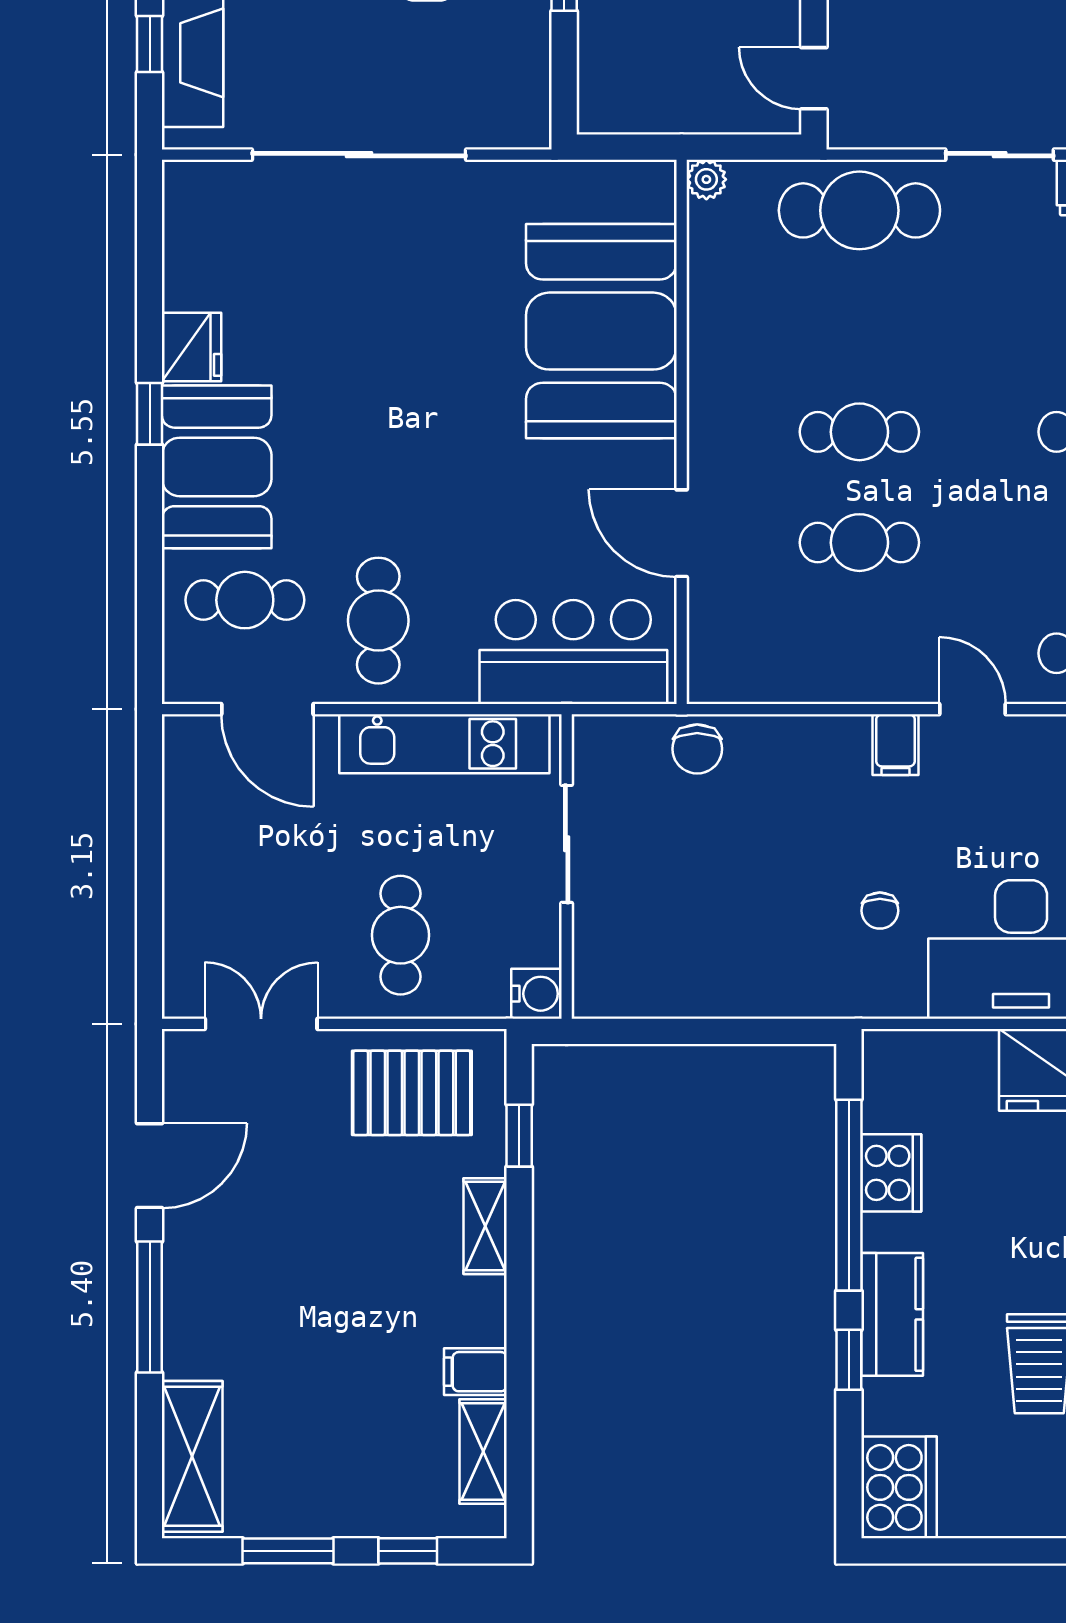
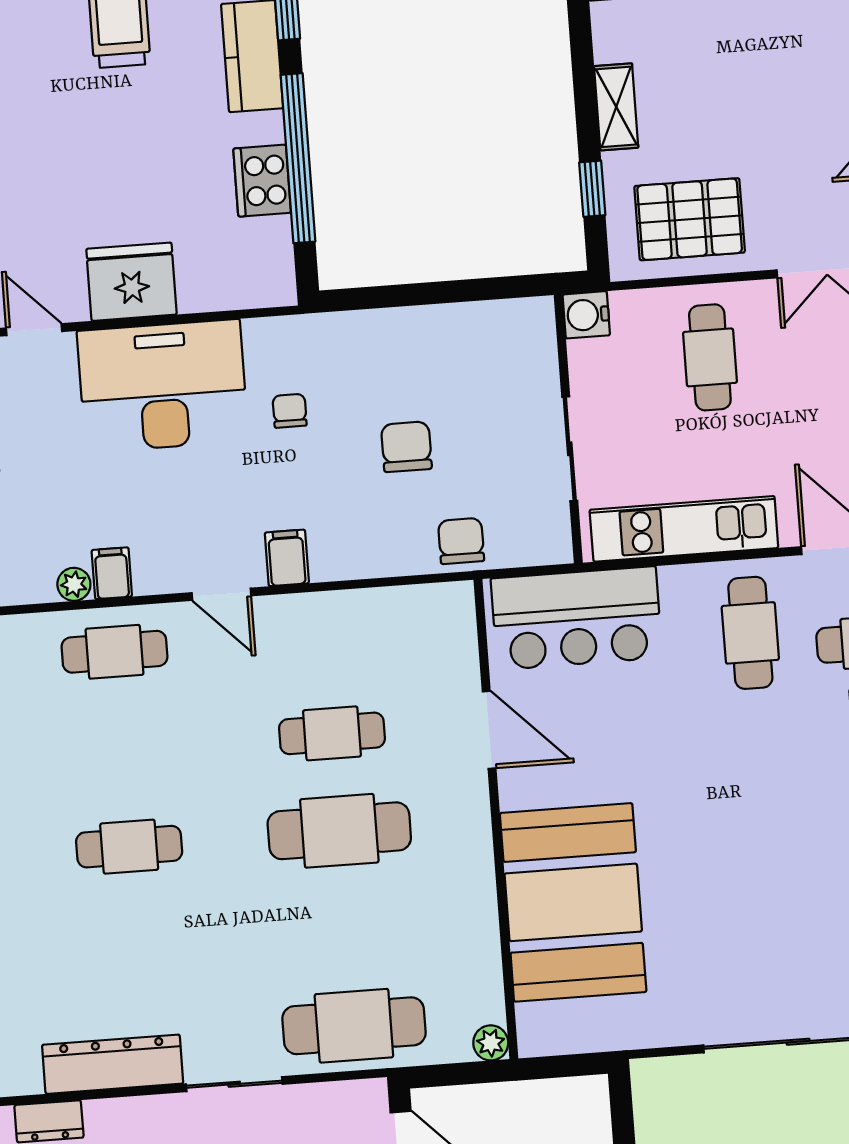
cafe table: (859, 432) -> (339, 831), width x1.37, depth x1.35
chair: (751, 860) -> (406, 447), added

